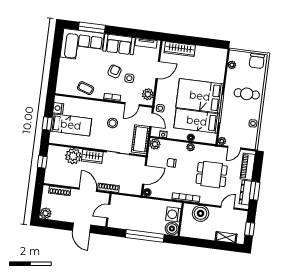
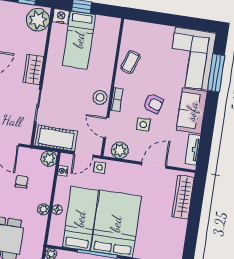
door: (158, 70) -> (154, 165), swing flipped
nightstand: (58, 108) -> (61, 16), moved
stool: (113, 123) -> (100, 97), moved
plant: (73, 156) -> (38, 20), moved

